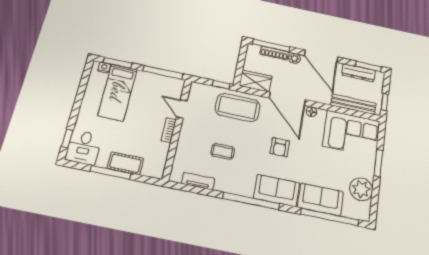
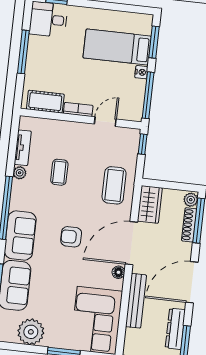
plant: (294, 58) -> (191, 200), moved
nightstand: (104, 67) -> (141, 72), moved
window: (221, 85) -> (143, 144), moved
bench: (353, 104) -> (136, 301), moved
coffee table: (238, 107) -> (114, 185), width x0.73, depth x0.76
cot: (125, 163) -> (45, 102), moved, turned 90
plant: (221, 186) -> (20, 173), added

